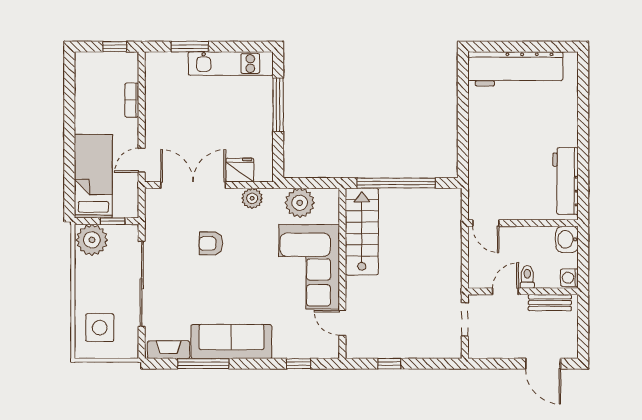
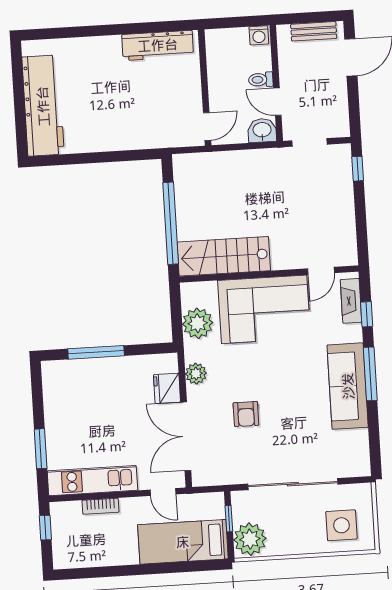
kitchen unit: (231, 64) -> (92, 481), moved, turned -90
washbasin: (567, 239) -> (262, 130), moved, turned 180
bench: (550, 303) -> (314, 31), moved, turned 90
fireplace: (169, 350) -> (351, 301), moved
window: (203, 364) -> (370, 374), moved
window: (389, 364) -> (358, 169), moved

